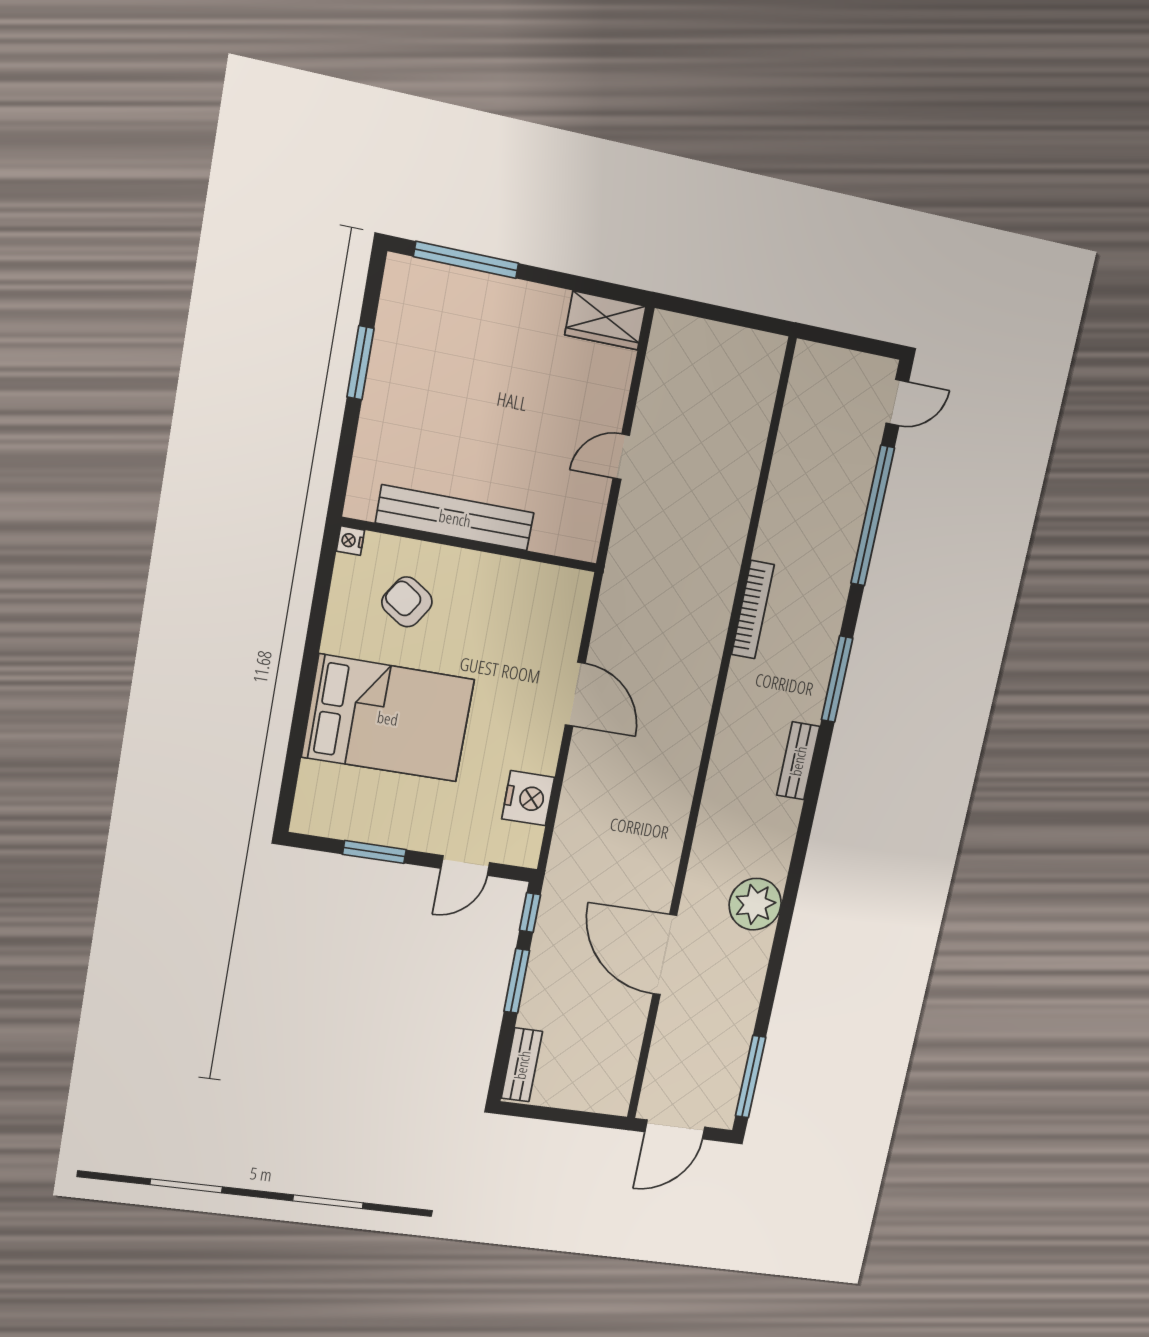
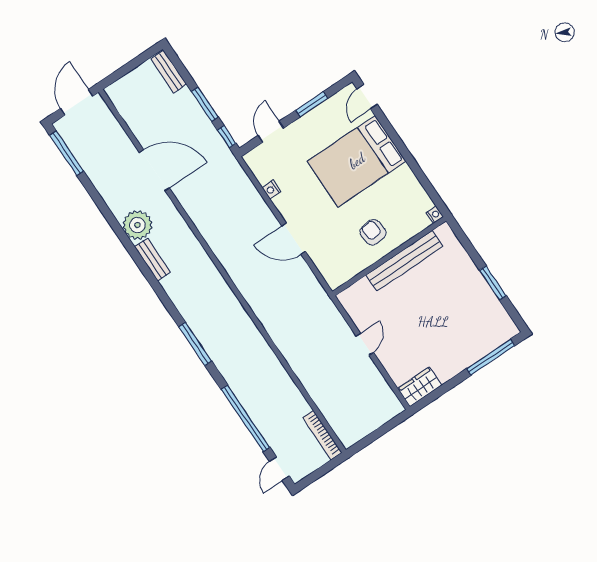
armchair: (407, 602) -> (373, 232), moved, turned -129
bookcase: (753, 610) -> (322, 435), moved
bench: (798, 761) -> (152, 259), moved
door: (288, 793) -> (367, 97), added
nightstand: (528, 798) -> (271, 189), width x0.53, depth x0.56

